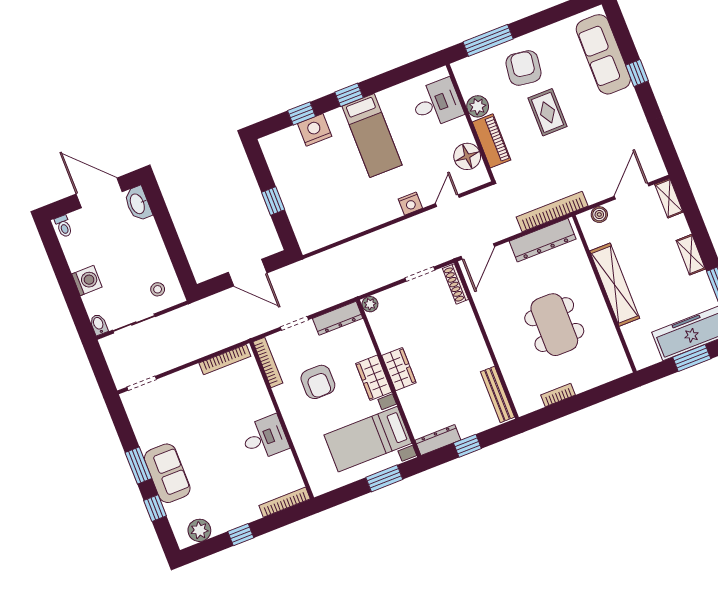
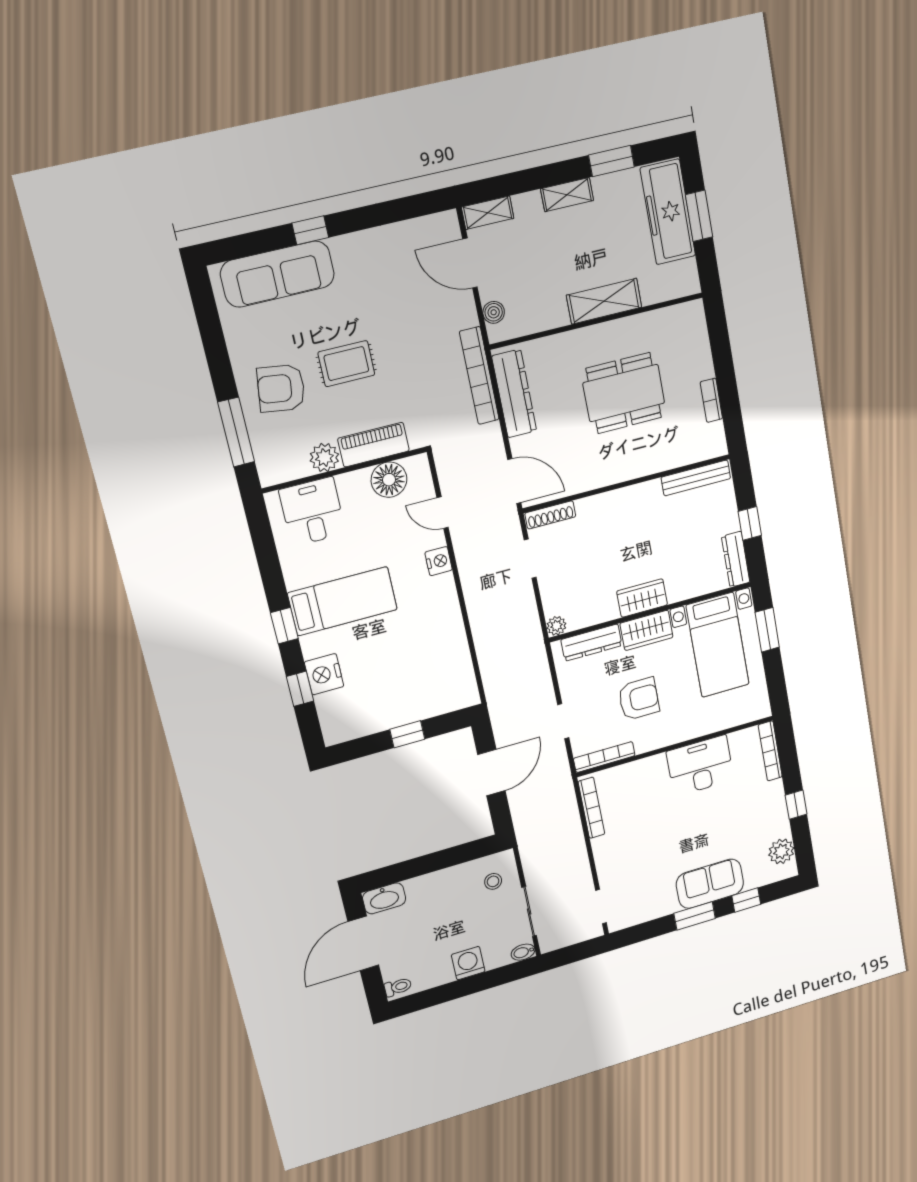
shelving: (615, 285) -> (604, 301), width x0.68
dresser: (338, 318) -> (591, 643), moved, turned 90
desk: (265, 438) -> (700, 766), width x1.37

